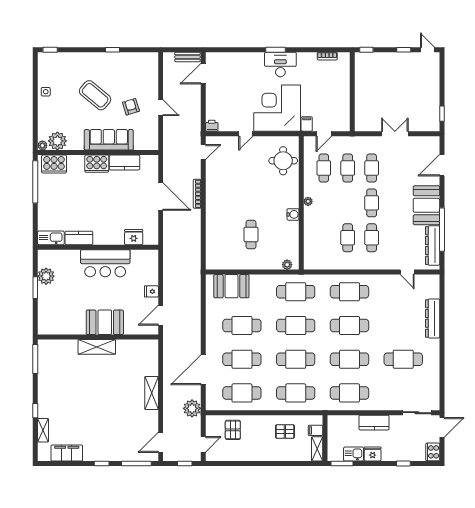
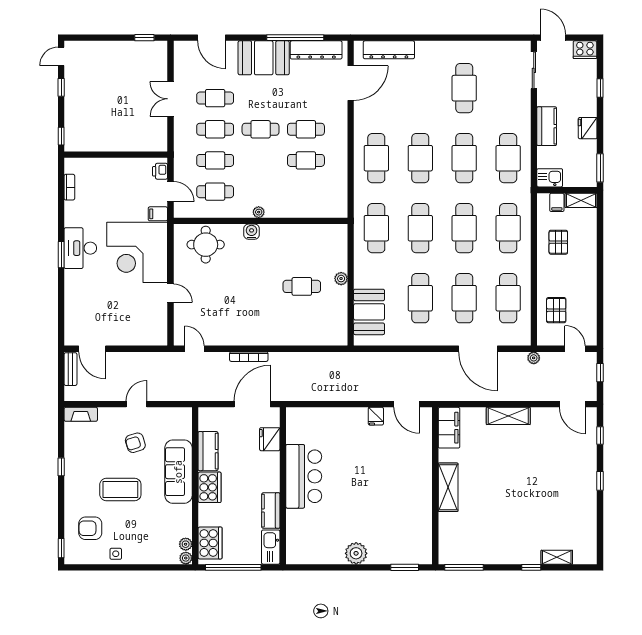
fireplace: (153, 65) -> (81, 414), added
armchair: (65, 72) -> (90, 528), added
coffee table: (95, 95) -> (120, 490), turned 50
printer: (212, 126) -> (160, 171), moved
plant: (57, 141) -> (186, 544), width x0.53, depth x0.53
cafe table: (396, 168) -> (215, 98), added
water cooler: (293, 214) -> (252, 232), moved
fridge: (134, 237) -> (270, 439), moved
kitchen sink: (51, 238) -> (271, 547), moved
kitchen counter: (79, 238) -> (271, 511), moved
wall: (98, 247) -> (283, 486), moved
bar counter: (105, 263) -> (304, 476), moved
plant: (287, 265) -> (341, 279), moved
door: (407, 272) -> (351, 83), width x1.87
window: (35, 288) -> (405, 567), moved
dresser: (433, 318) -> (389, 50), moved
booth: (105, 322) -> (416, 477), removed
plant: (192, 408) -> (534, 358), width x0.53, depth x0.53
pallet: (233, 430) -> (556, 310), turned 90
filing cabinet: (67, 453) -> (449, 428), moved, turned 180
kitchen sink: (354, 454) -> (550, 178), moved, turned 90
window: (136, 464) -> (600, 436), width x0.46

